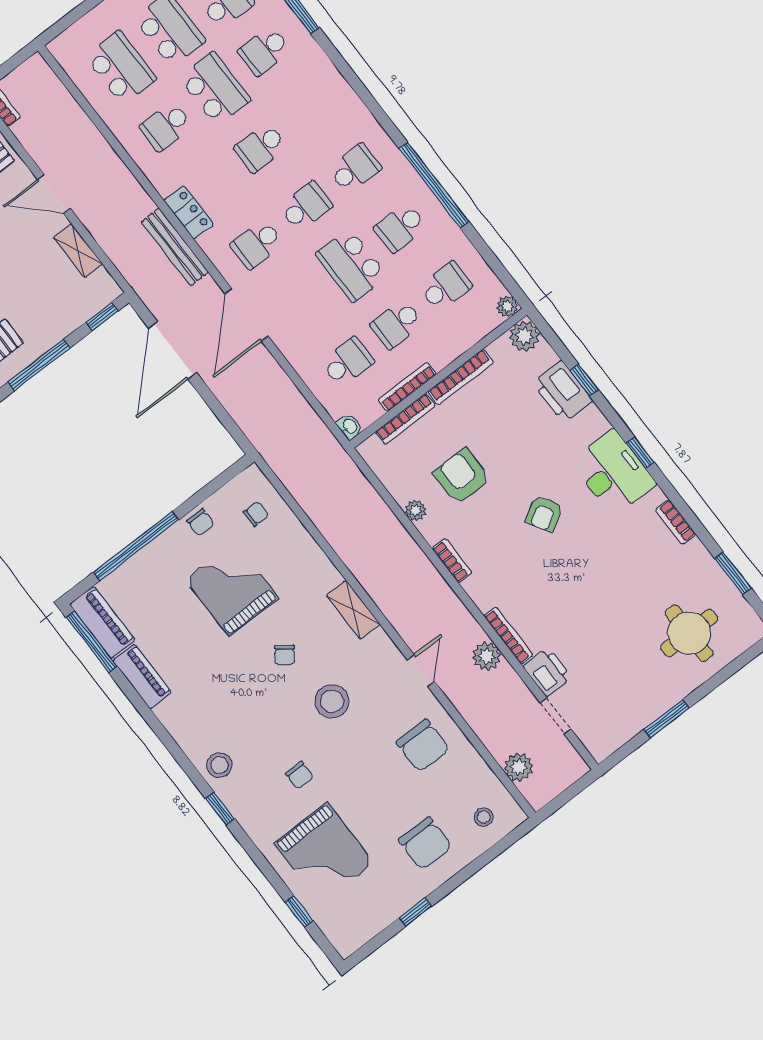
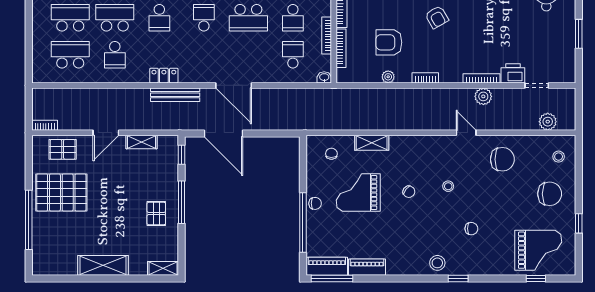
school desk: (257, 244) -> (204, 55), removed
chair: (201, 522) -> (315, 203), moved
shelving: (353, 610) -> (372, 143), moved
stool: (332, 701) -> (448, 186), width x0.53, depth x0.53
grand piano: (324, 853) -> (538, 250), moved

